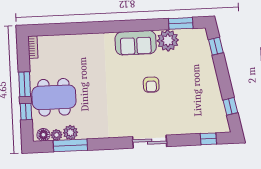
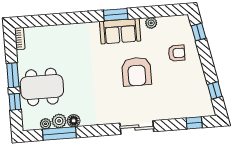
window: (181, 23) -> (116, 15), moved
plant: (168, 40) -> (151, 23), width x0.53, depth x0.53
armchair: (193, 67) -> (177, 53), added
armchair: (151, 85) -> (137, 72), width x1.88, depth x1.88
floor lamp: (43, 135) -> (74, 121), moved

